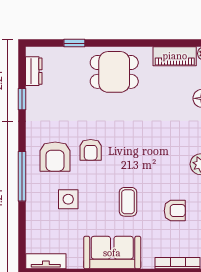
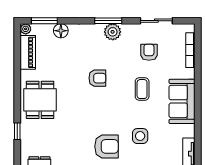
armchair: (91, 150) -> (97, 78), moved
coffee table: (128, 202) -> (142, 89), turned 90

